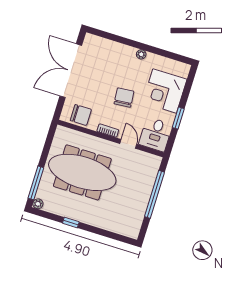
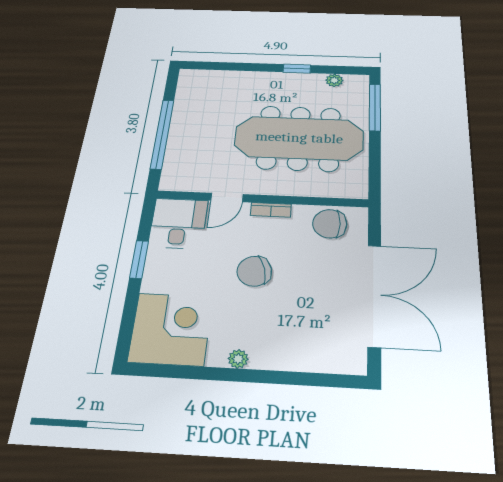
corner desk: (165, 91) -> (171, 329), moved
chair: (124, 98) -> (254, 271), turned 80
door: (128, 144) -> (227, 197), hinge flipped
plant: (38, 204) -> (334, 80), moved

